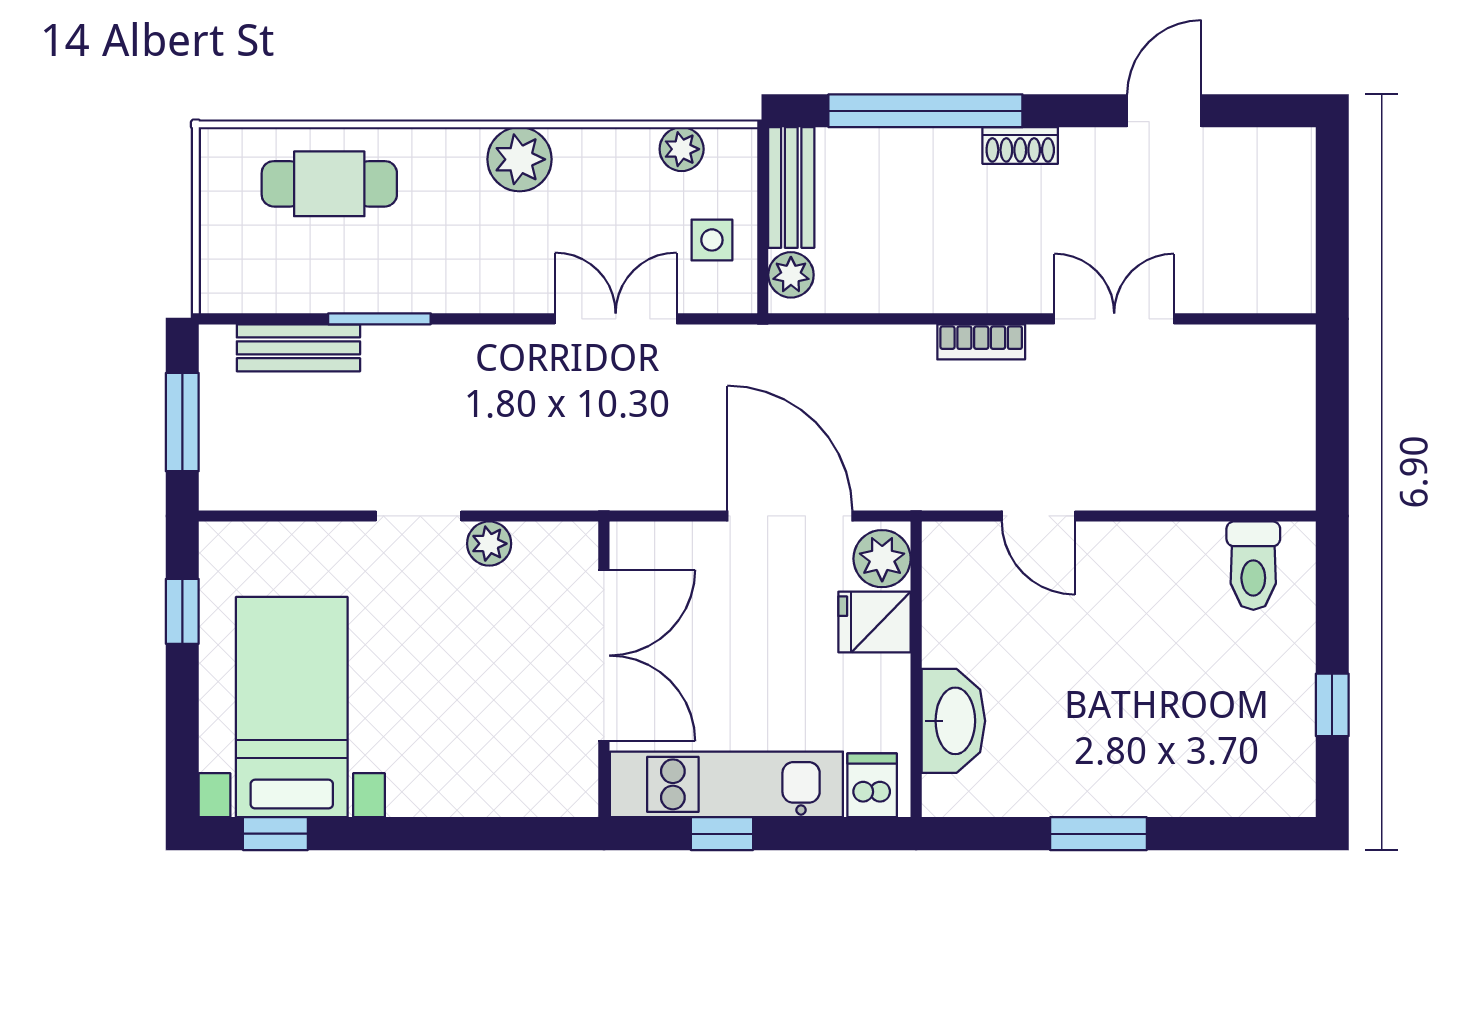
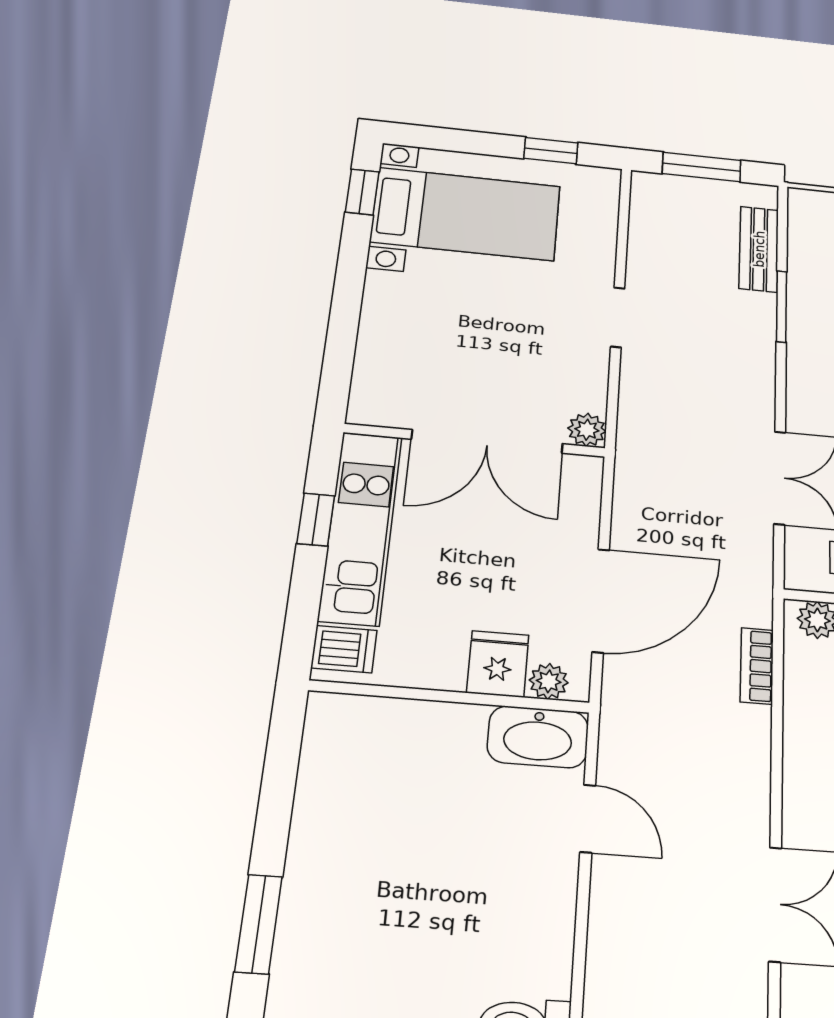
bookcase: (981, 342) -> (757, 666), moved
door: (1038, 516) -> (588, 819), swing flipped
plant: (489, 544) -> (587, 430), moved
plant: (882, 559) -> (549, 681), width x0.73, depth x0.73
washbasin: (953, 721) -> (538, 737), moved
window: (1098, 834) -> (259, 924), moved

